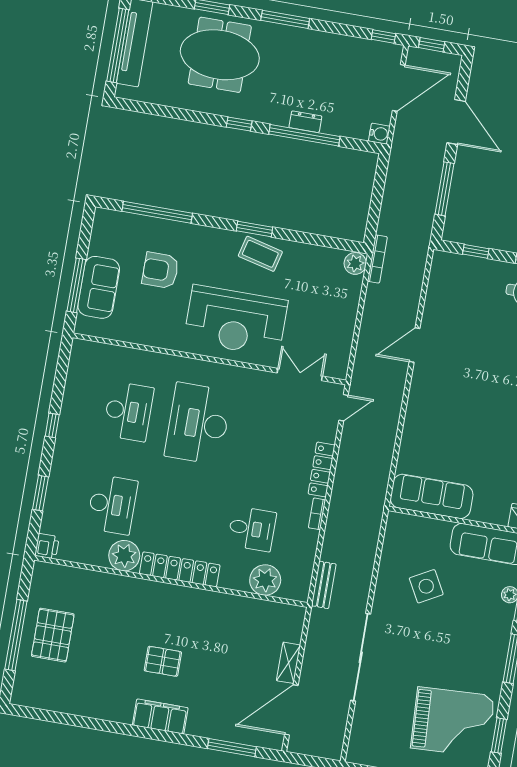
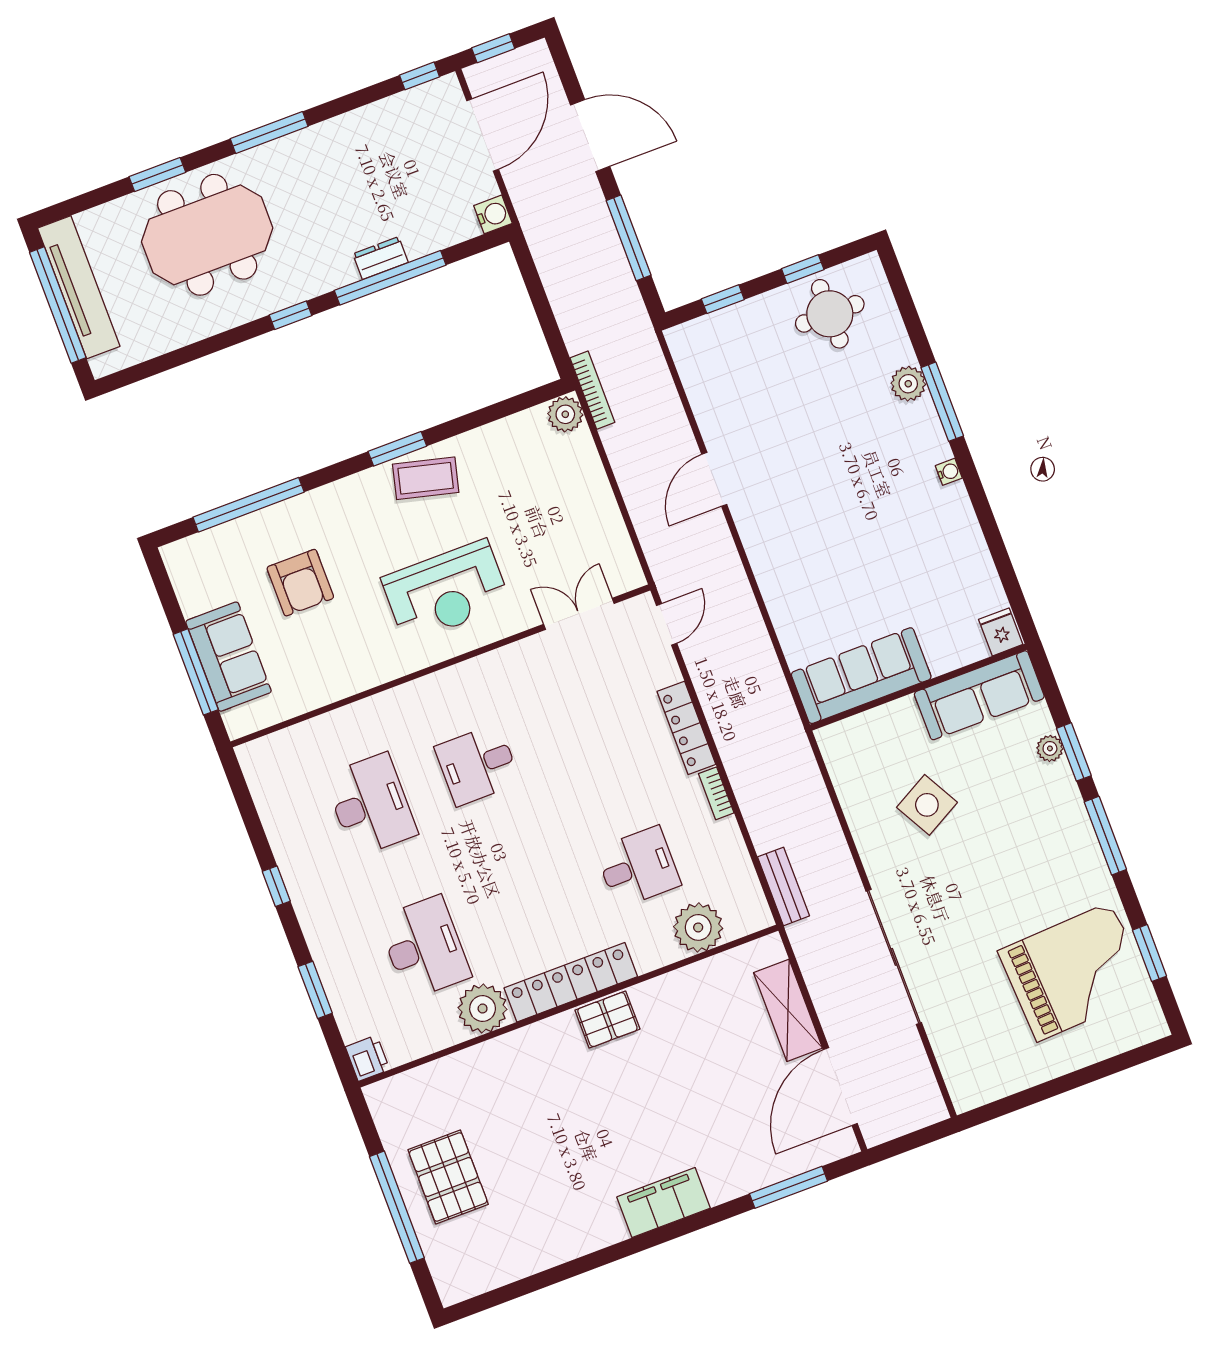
armchair: (160, 270) -> (300, 583), turned -90
reception desk: (236, 321) -> (446, 591), width x0.74, depth x0.77
desk: (198, 424) -> (478, 765), width x0.53, depth x0.77
pallet: (163, 661) -> (607, 1020), moved
shelving: (288, 663) -> (788, 1010), width x1.50, depth x1.33

